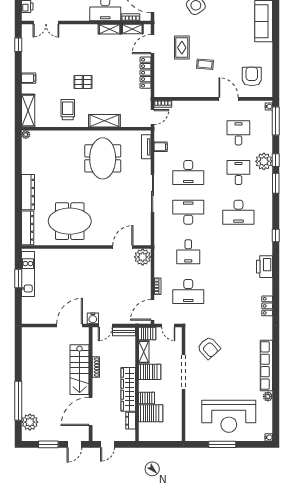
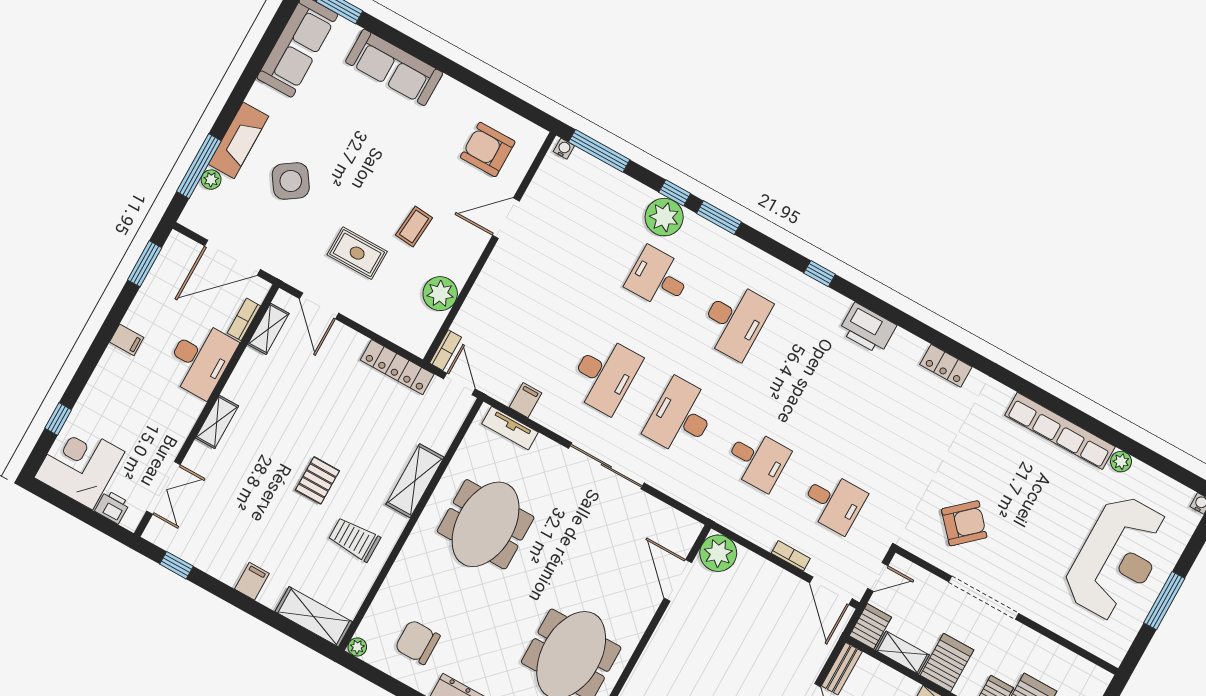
shelving: (110, 29) -> (217, 422), moved
locker: (146, 73) -> (397, 367), moved
plant: (184, 89) -> (440, 294), added
desk: (238, 133) -> (582, 236), removed
chair: (41, 157) -> (418, 642), added
meeting table: (103, 158) -> (486, 524), turned 90
desk: (188, 291) -> (834, 502), width x0.73

